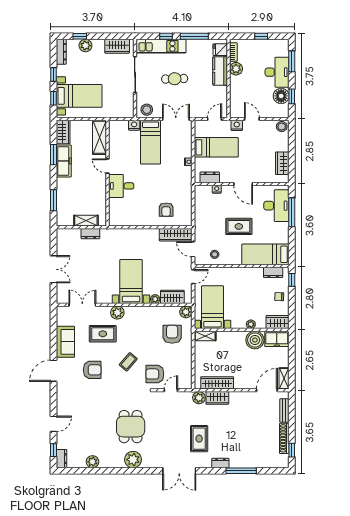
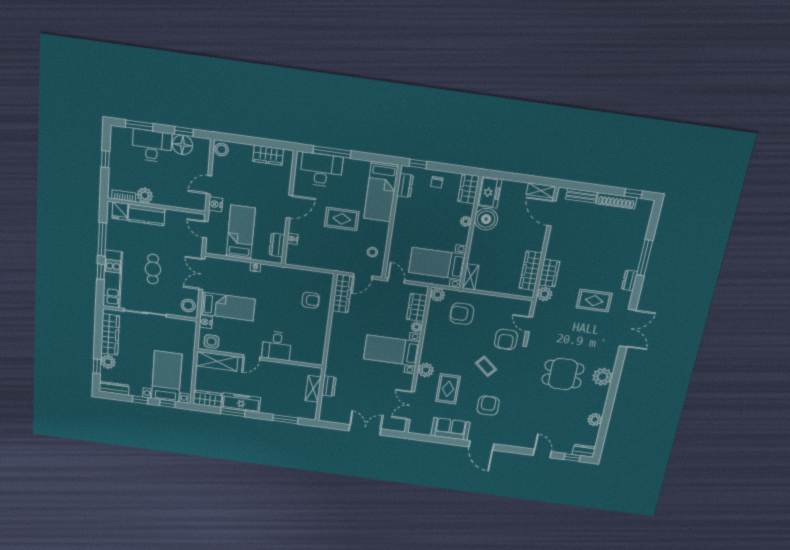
wardrobe: (117, 46) -> (110, 334), width x1.50
side table: (117, 131) -> (211, 341), added
rug: (239, 226) -> (342, 219), turned 90

